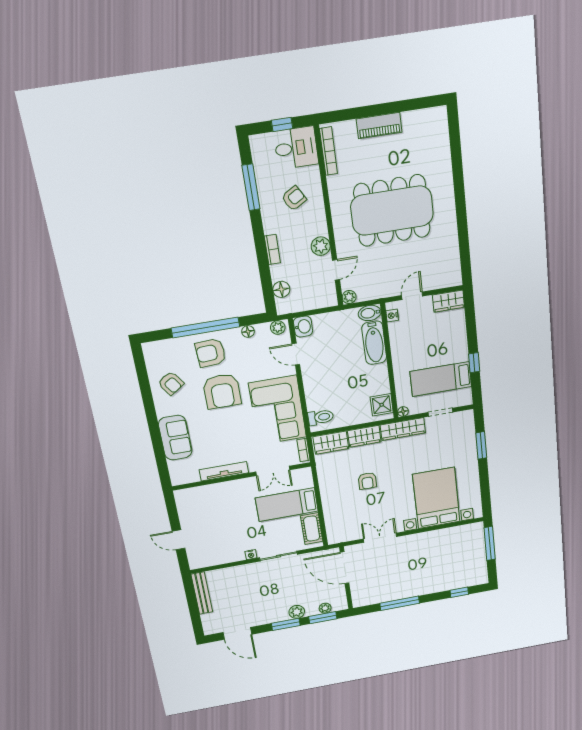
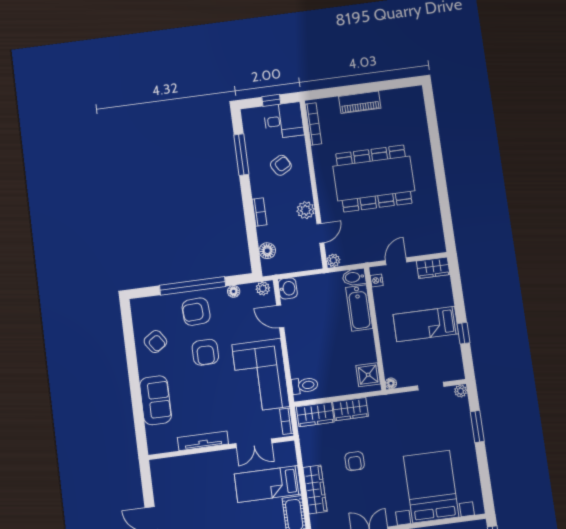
bed: (441, 379) -> (426, 324), moved
armchair: (222, 391) -> (205, 352), width x0.73, depth x0.73
plant: (468, 415) -> (461, 391), added
wardrobe: (403, 429) -> (315, 490), moved, turned -90

